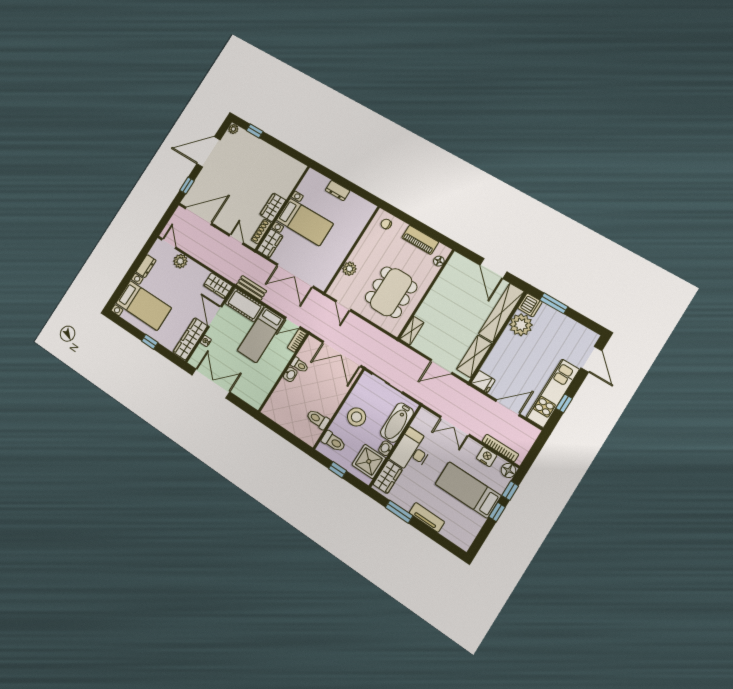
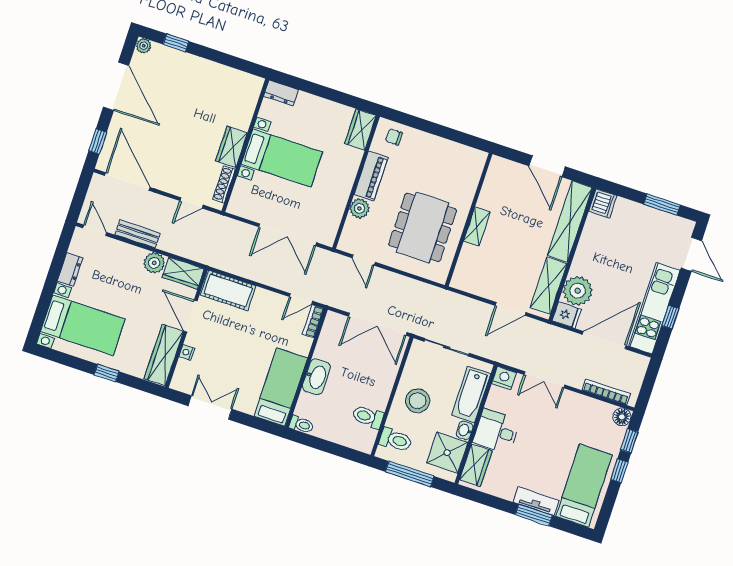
door: (209, 152) -> (116, 86), swing flipped
dresser: (338, 191) -> (281, 93), moved
door: (199, 216) -> (127, 181), hinge flipped
door: (236, 239) -> (191, 203), swing flipped
piano: (420, 240) -> (371, 176), moved, turned -90
wardrobe: (270, 243) -> (360, 129), moved, turned 180
plant: (180, 261) -> (154, 263), moved
floor lamp: (439, 261) -> (475, 172), removed
bench: (251, 288) -> (137, 234), moved
window: (554, 303) -> (662, 205), moved
plant: (521, 325) -> (578, 291), moved
shelving: (412, 331) -> (477, 227), moved
bed: (261, 335) -> (281, 387), moved, turned 180
toilet: (300, 365) -> (301, 425), moved
washbasin: (290, 374) -> (316, 377), width x1.91, depth x1.45
double door: (211, 383) -> (210, 407), width x0.73
door: (508, 408) -> (604, 340), width x1.36
desk: (412, 451) -> (496, 431), width x0.73
nightstand: (487, 457) -> (504, 378), moved
window: (338, 470) -> (410, 474), width x2.17
bed: (468, 490) -> (584, 486), moved, turned 90
window: (399, 512) -> (534, 515), moved

